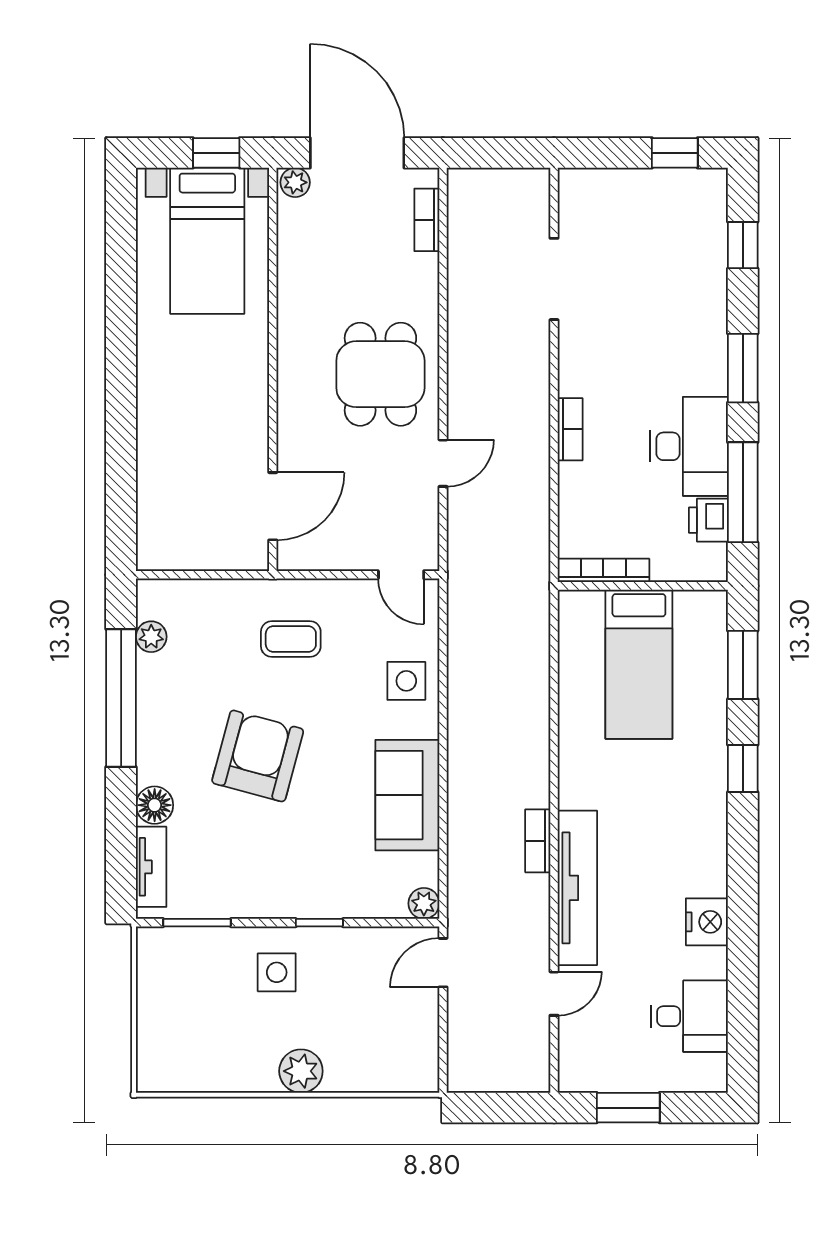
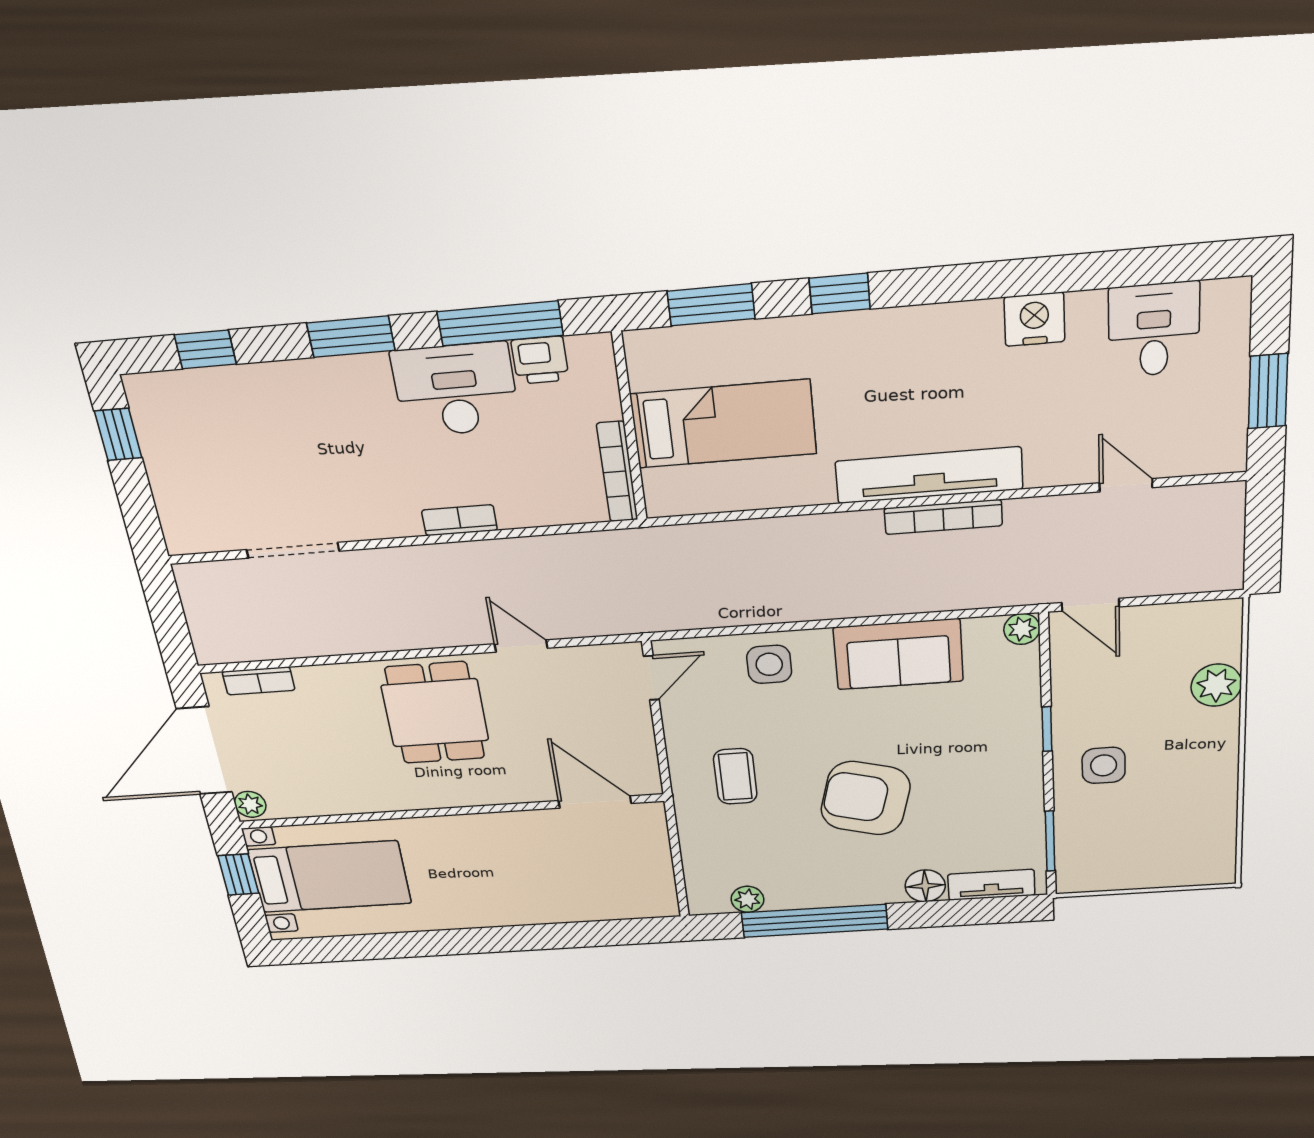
dining table: (380, 374) -> (435, 713), turned 90
bookcase: (538, 841) -> (943, 517), width x1.56
tv unit: (577, 888) -> (929, 475), moved
plant: (301, 1071) -> (1216, 685), moved

